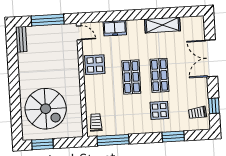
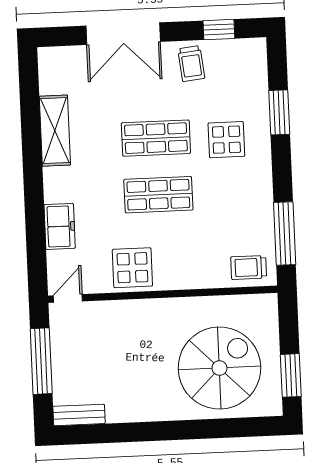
trolley: (197, 113) -> (191, 64), moved

